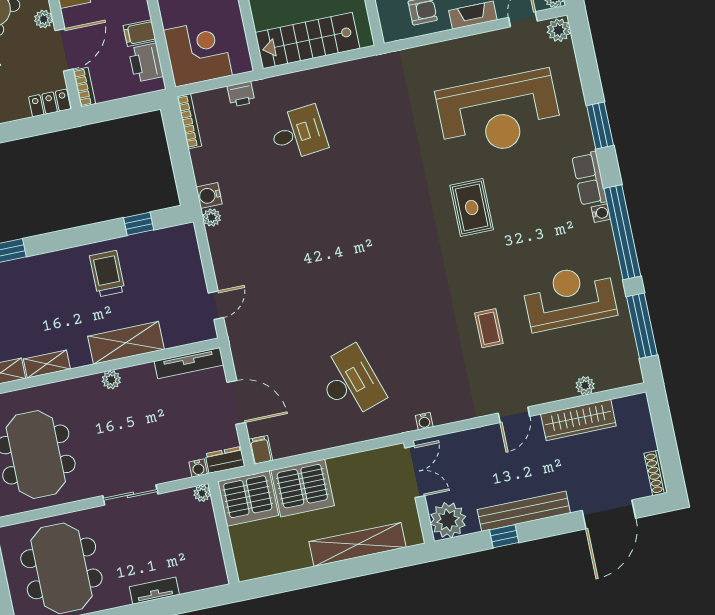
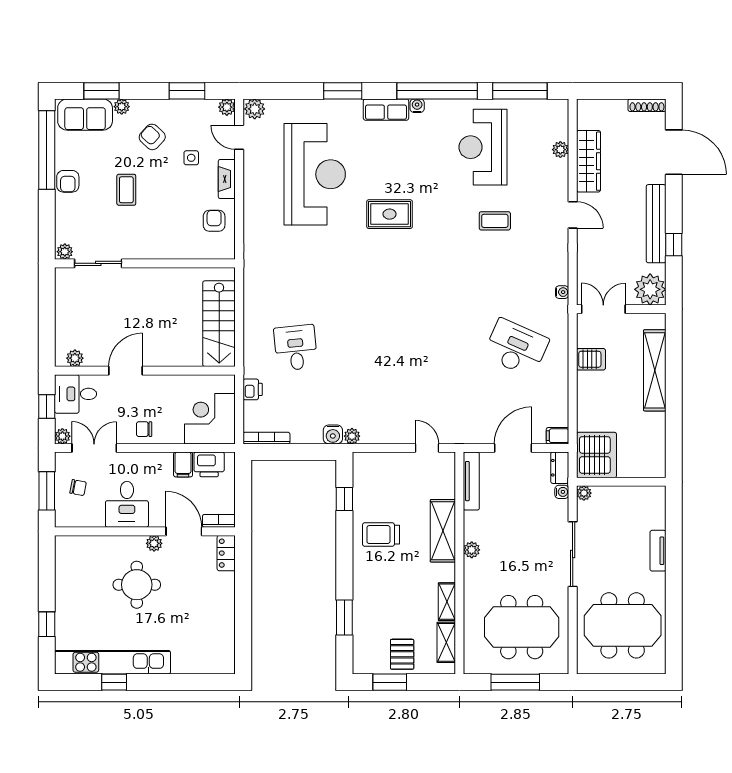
desk: (350, 382) -> (516, 348), turned 42
server rack: (303, 488) -> (591, 359), moved, width x0.46, depth x0.70
sliding door: (130, 495) -> (573, 554), width x1.37

